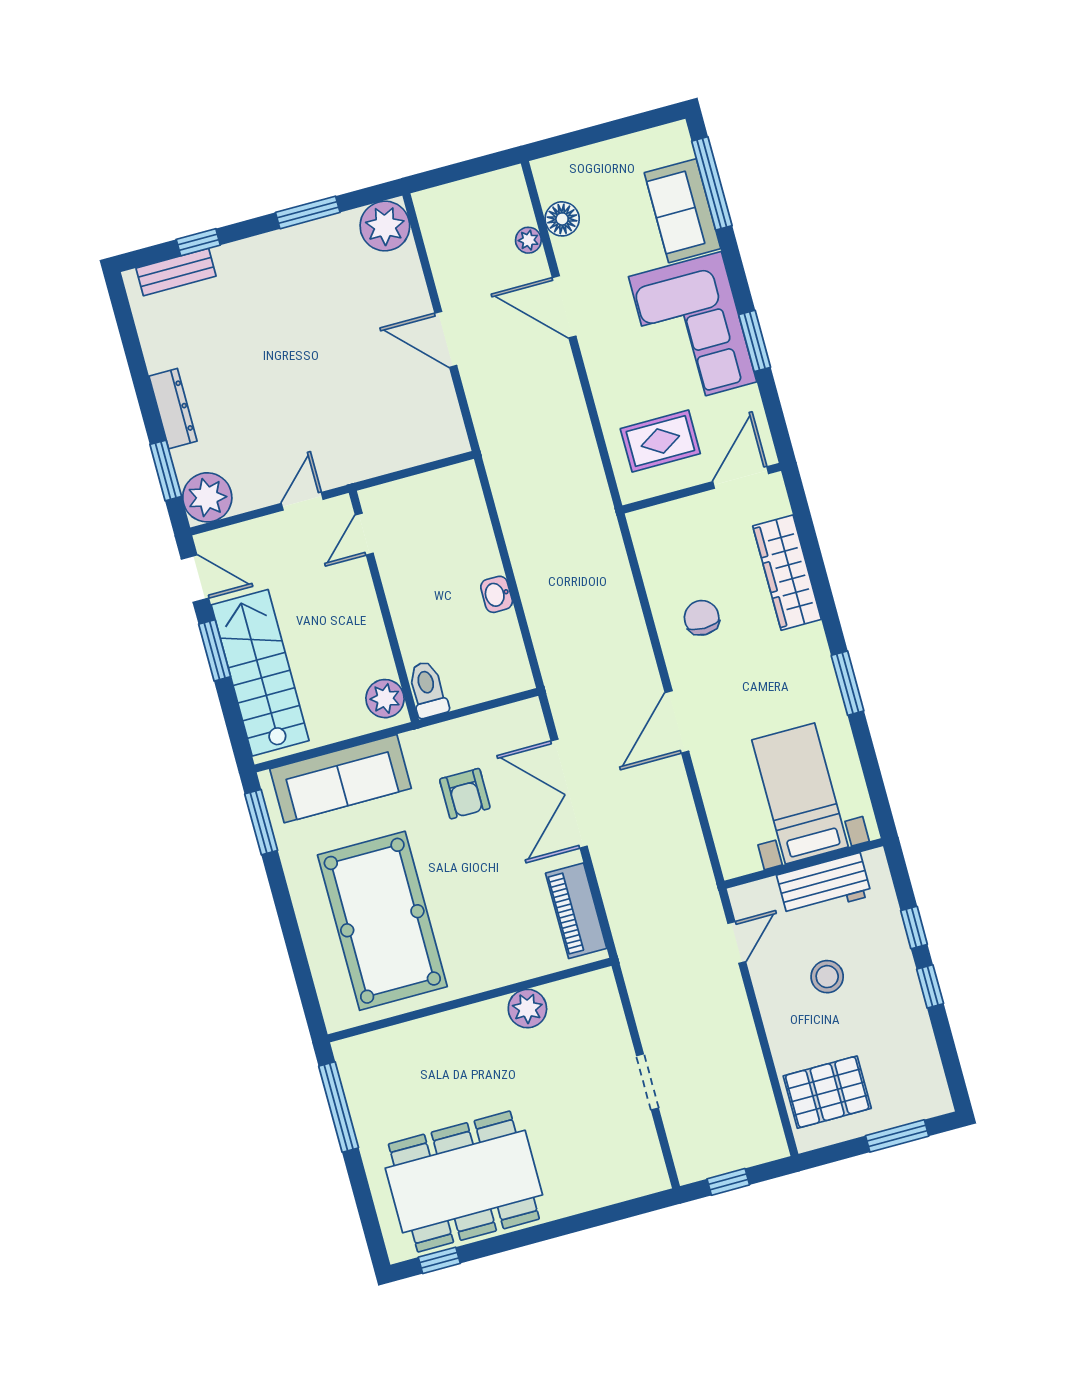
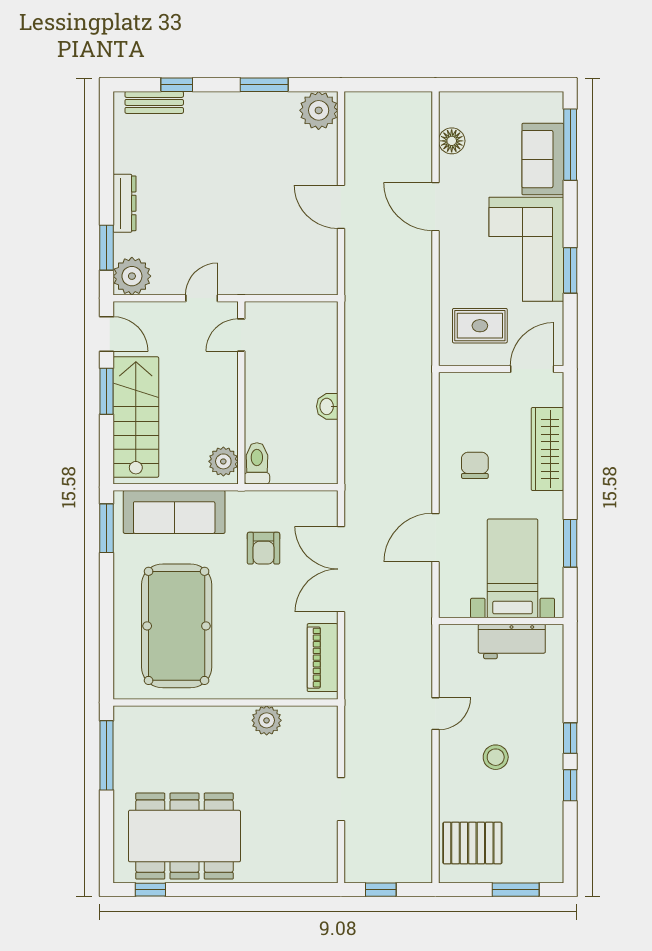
plant: (528, 240) -> (422, 150), removed
bed with nightstands: (800, 793) -> (513, 568), moved
wall: (804, 863) -> (501, 621), moved
workbench: (824, 885) -> (512, 642), moved

